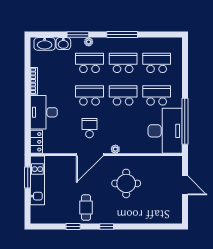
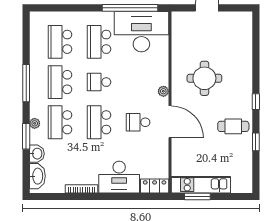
school desk: (123, 95) -> (99, 82), width x0.54

